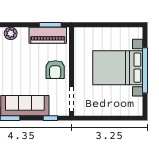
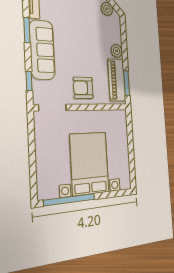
plant: (11, 33) -> (117, 51), moved
window: (145, 70) -> (70, 200), moved

